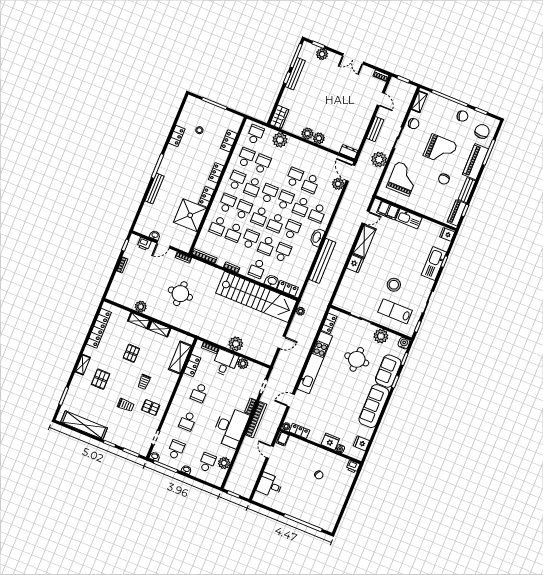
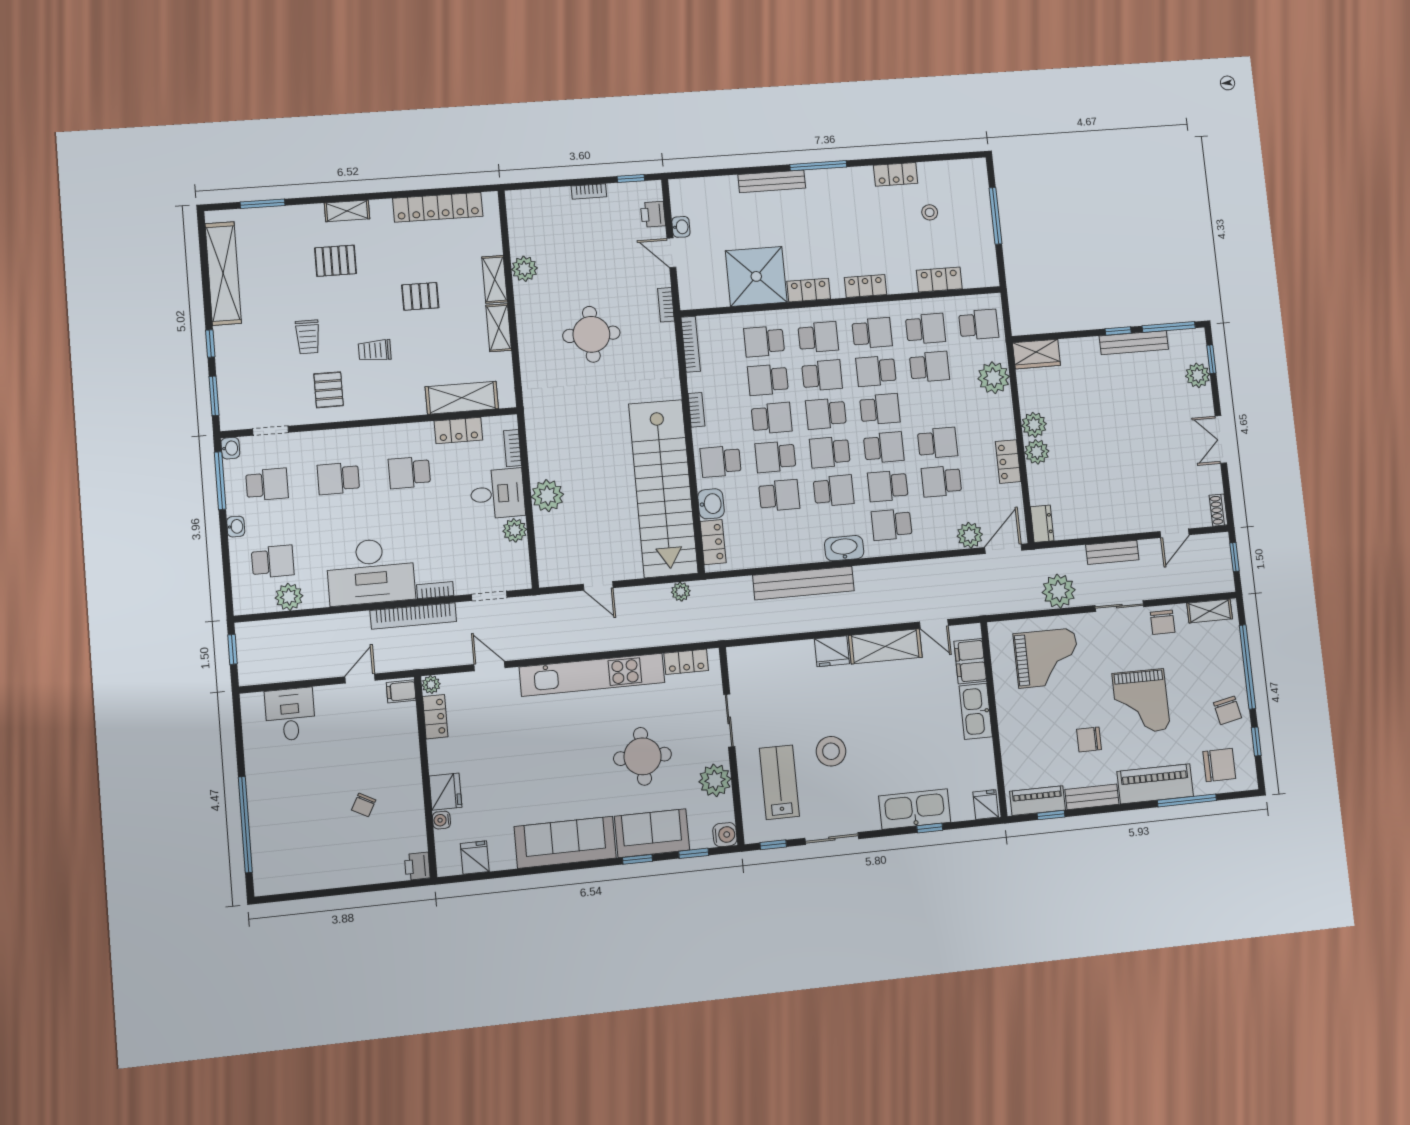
locker: (317, 152) -> (1008, 462), added

